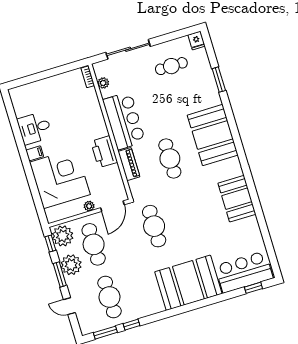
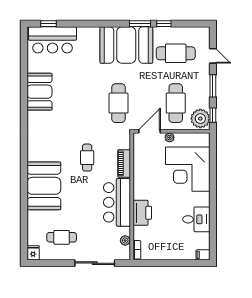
window: (219, 80) -> (24, 213), removed
booth: (213, 135) -> (44, 186), moved
printer: (104, 152) -> (142, 213), moved
filing cabinet: (35, 153) -> (203, 255), moved
cafe table: (170, 158) -> (87, 158), width x0.73, depth x0.74
booth: (237, 199) -> (39, 92), moved
plant: (71, 265) -> (201, 91), removed
booth: (188, 283) -> (126, 45), moved
cafe table: (109, 297) -> (176, 53), turned 90
window: (105, 333) -> (140, 24), moved

